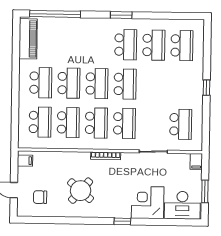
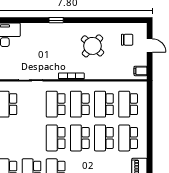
corner desk: (148, 203) -> (35, 37), removed

